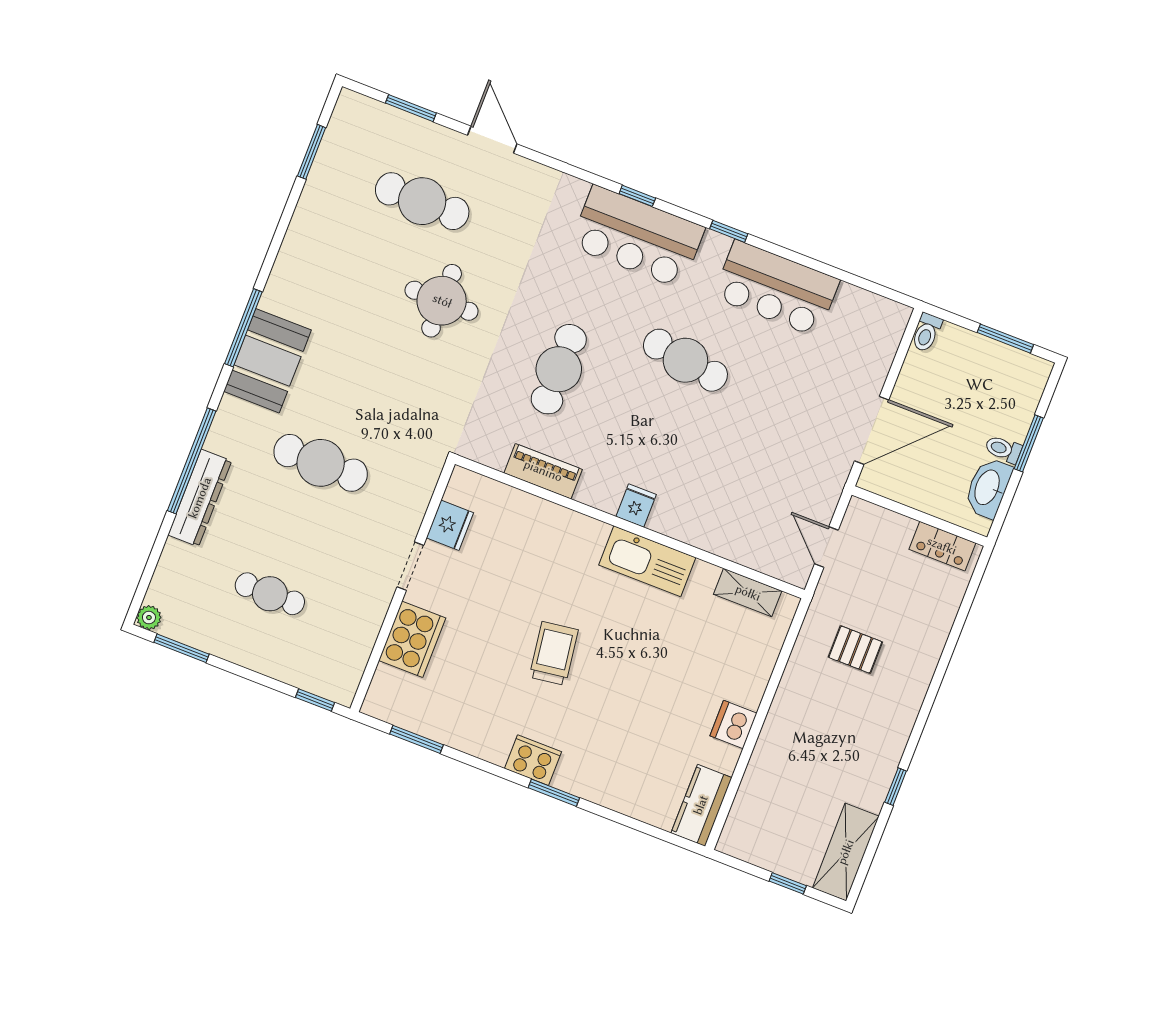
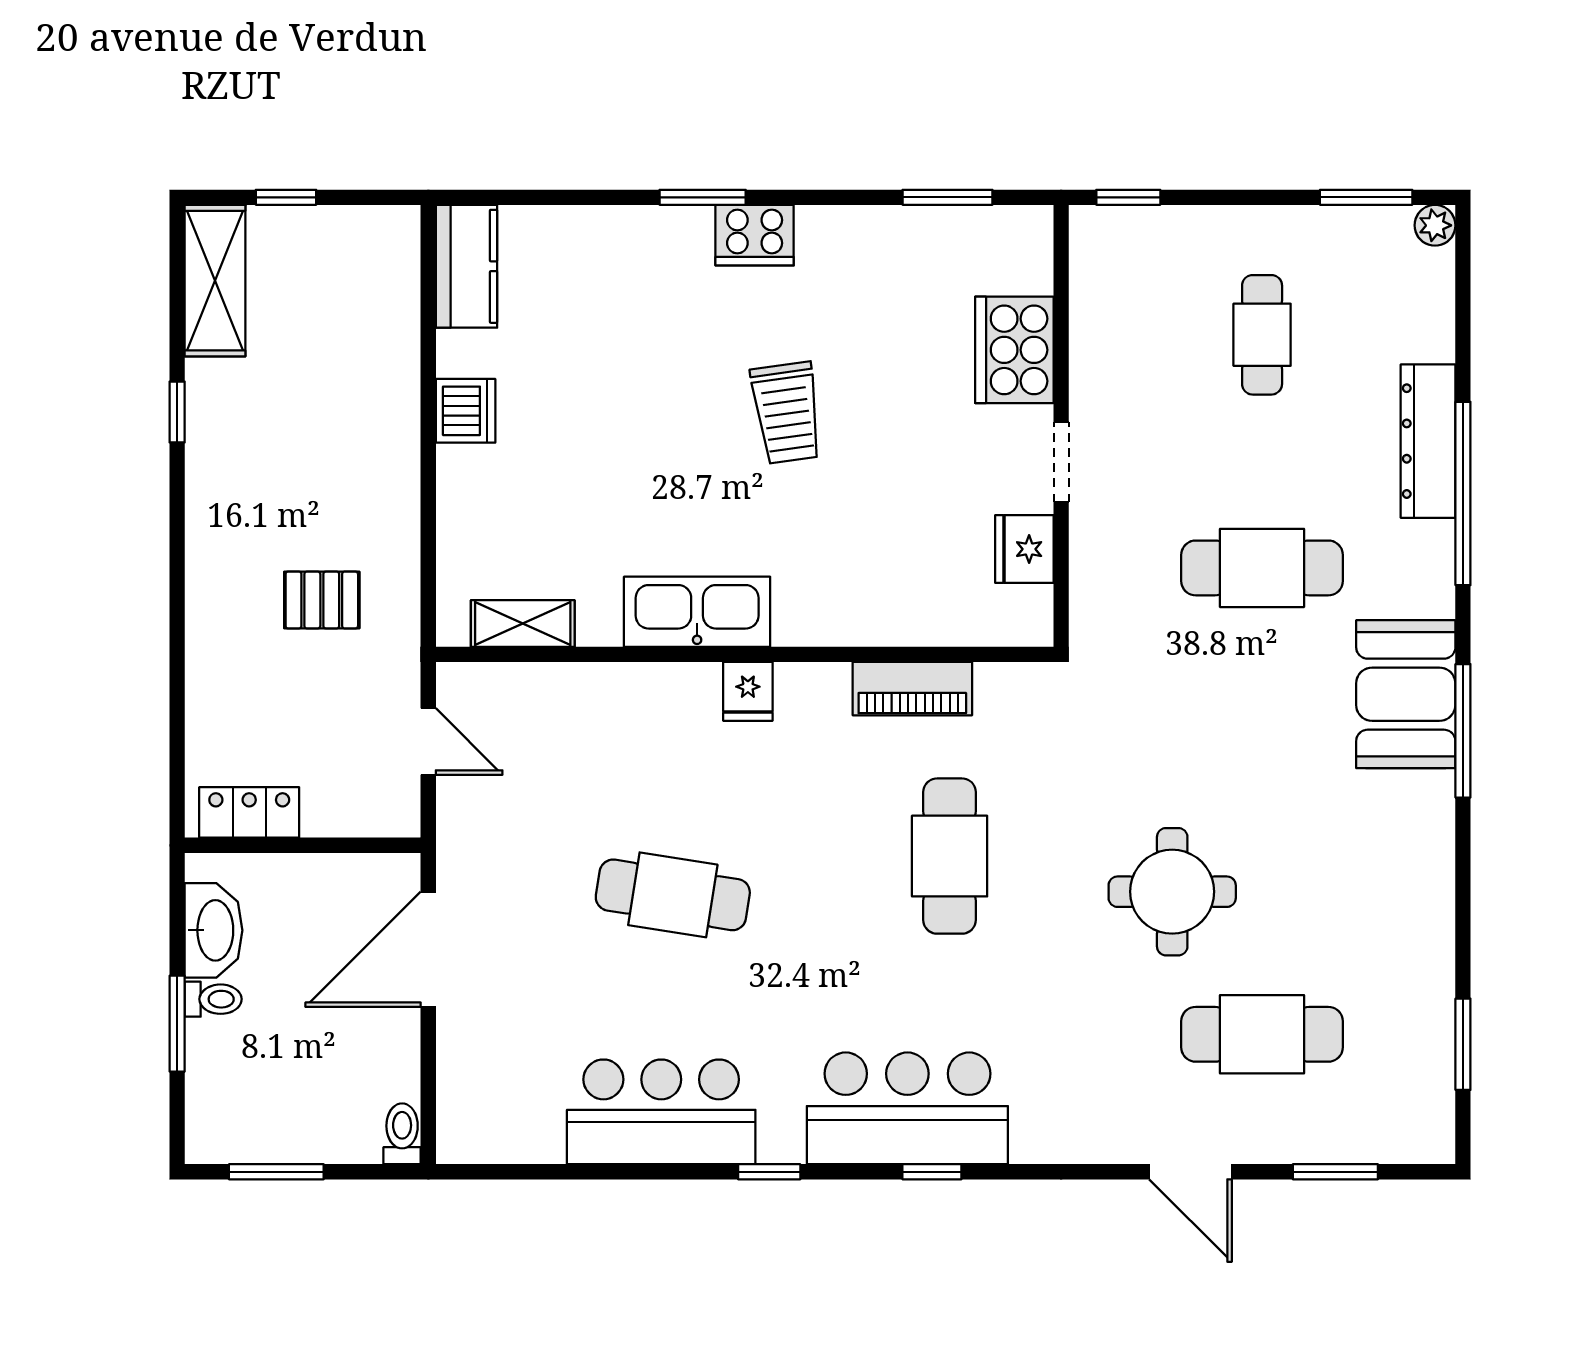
cafe table: (685, 360) -> (673, 895), moved
cafe table: (270, 594) -> (1262, 335), turned 90

